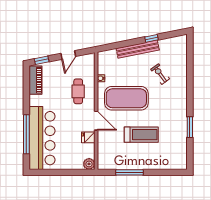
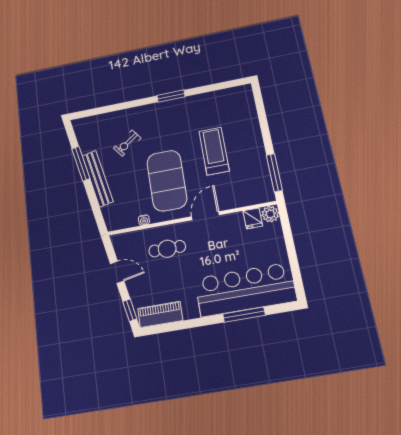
window: (151, 38) -> (81, 164), width x2.17
window: (190, 127) -> (171, 96), moved
window: (26, 134) -> (244, 315), width x0.68
fridge: (88, 137) -> (253, 218), moved
window: (129, 172) -> (274, 173), moved

